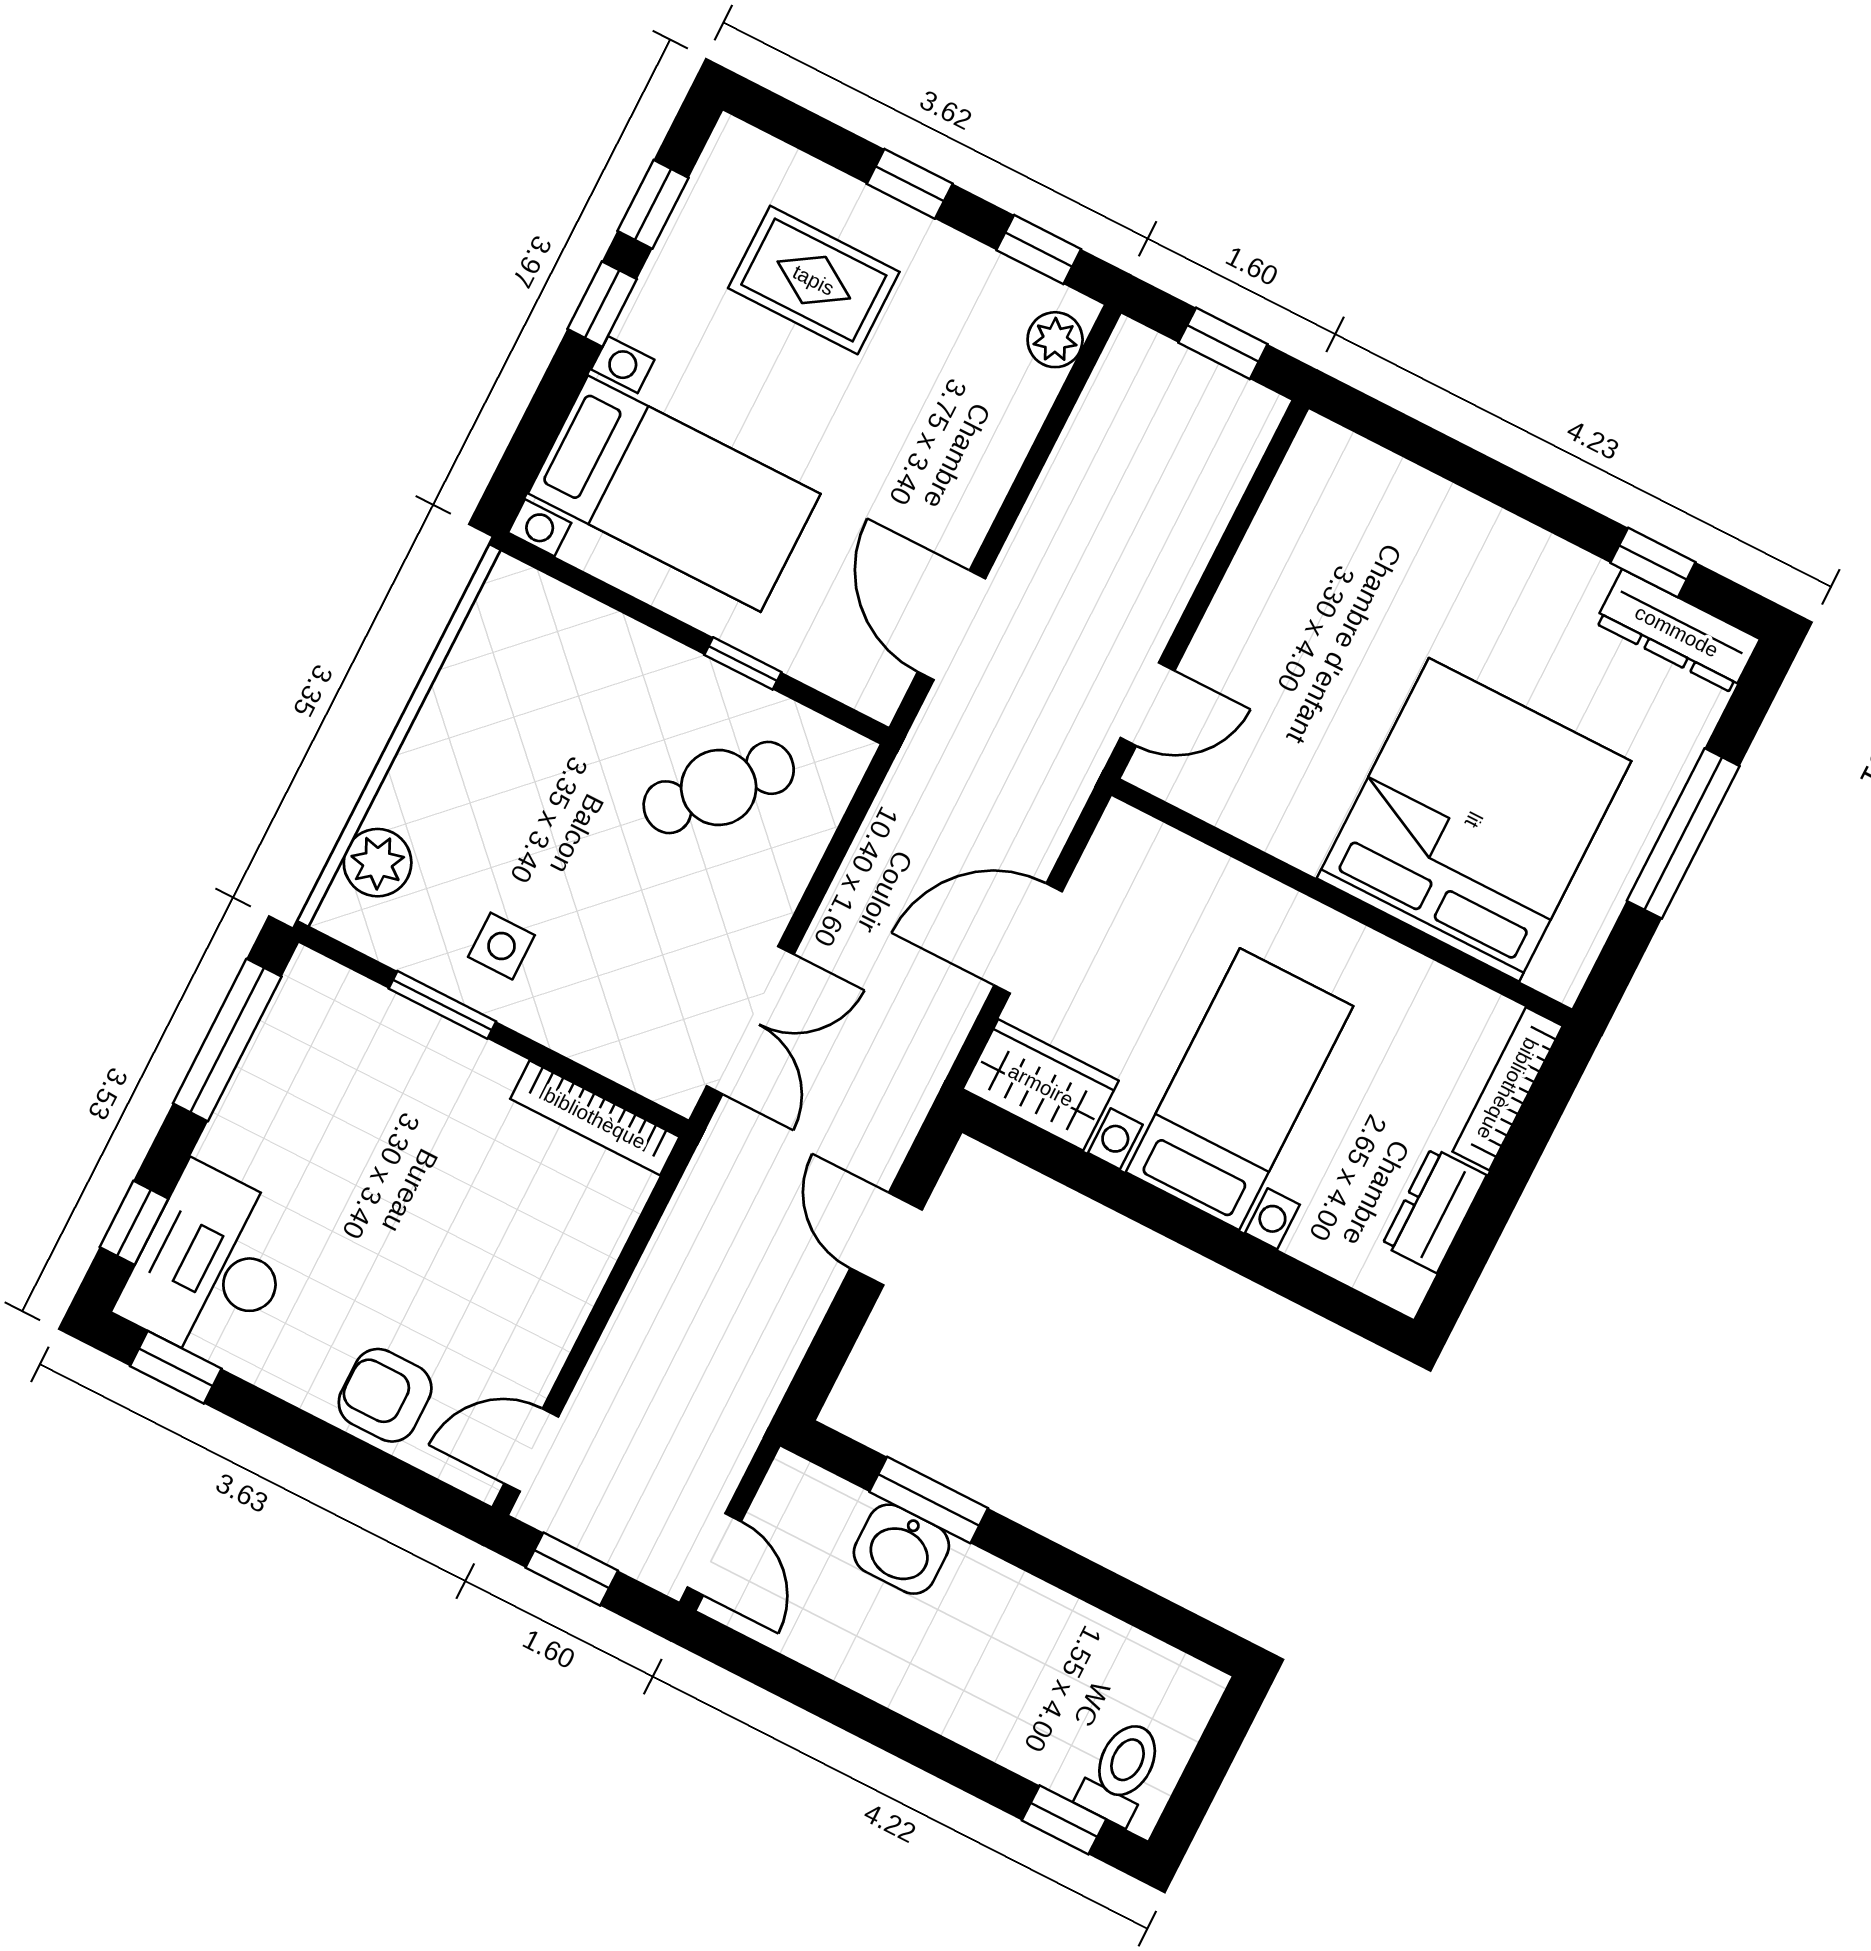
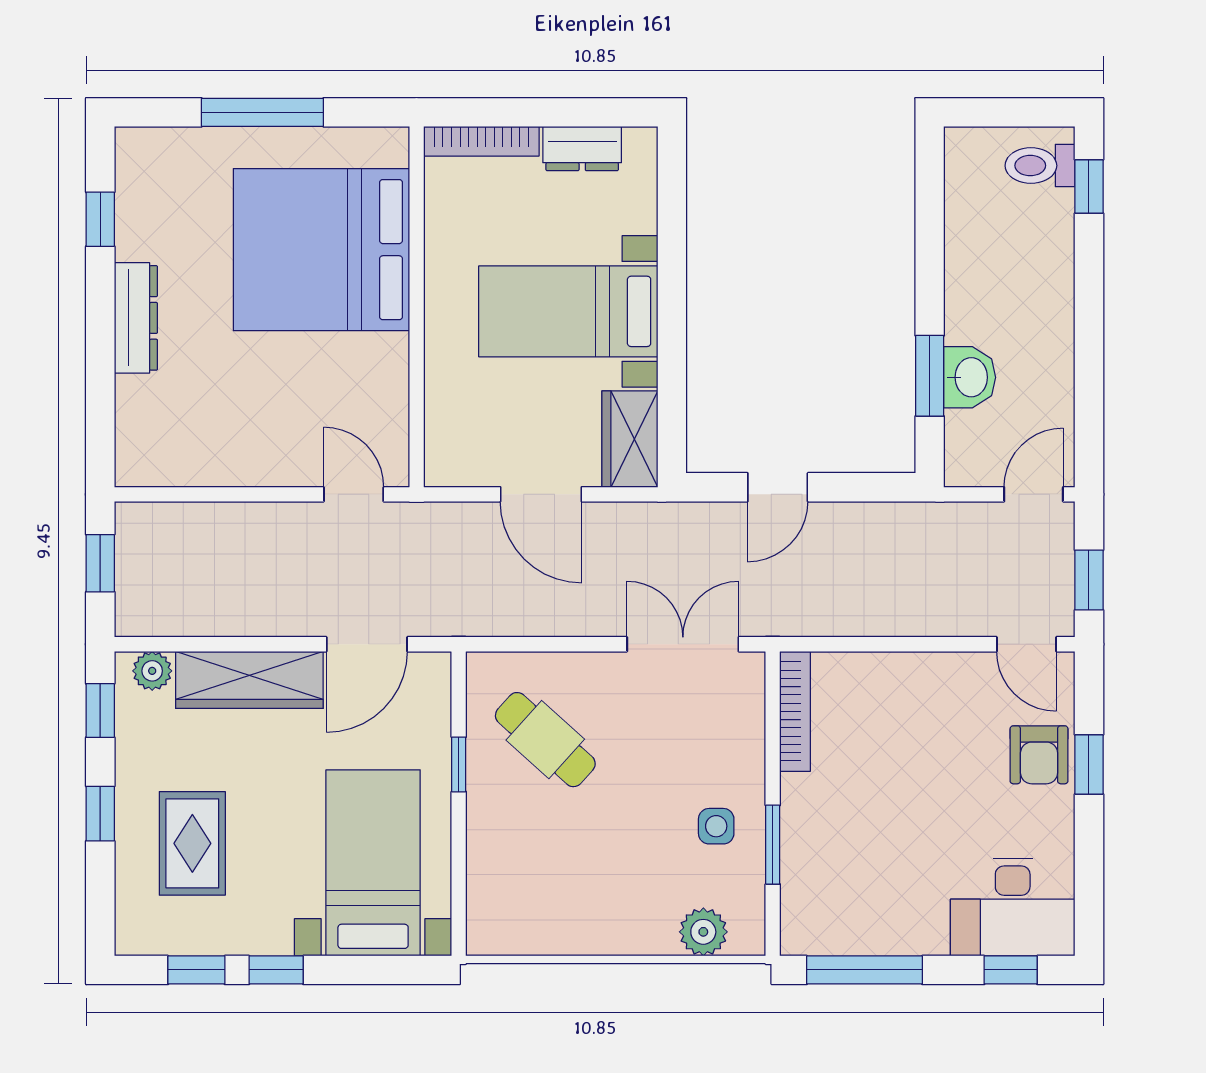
wardrobe: (982, 456) -> (249, 680), added
dresser: (1677, 631) -> (136, 318), moved
window: (176, 1367) -> (1089, 764), moved

